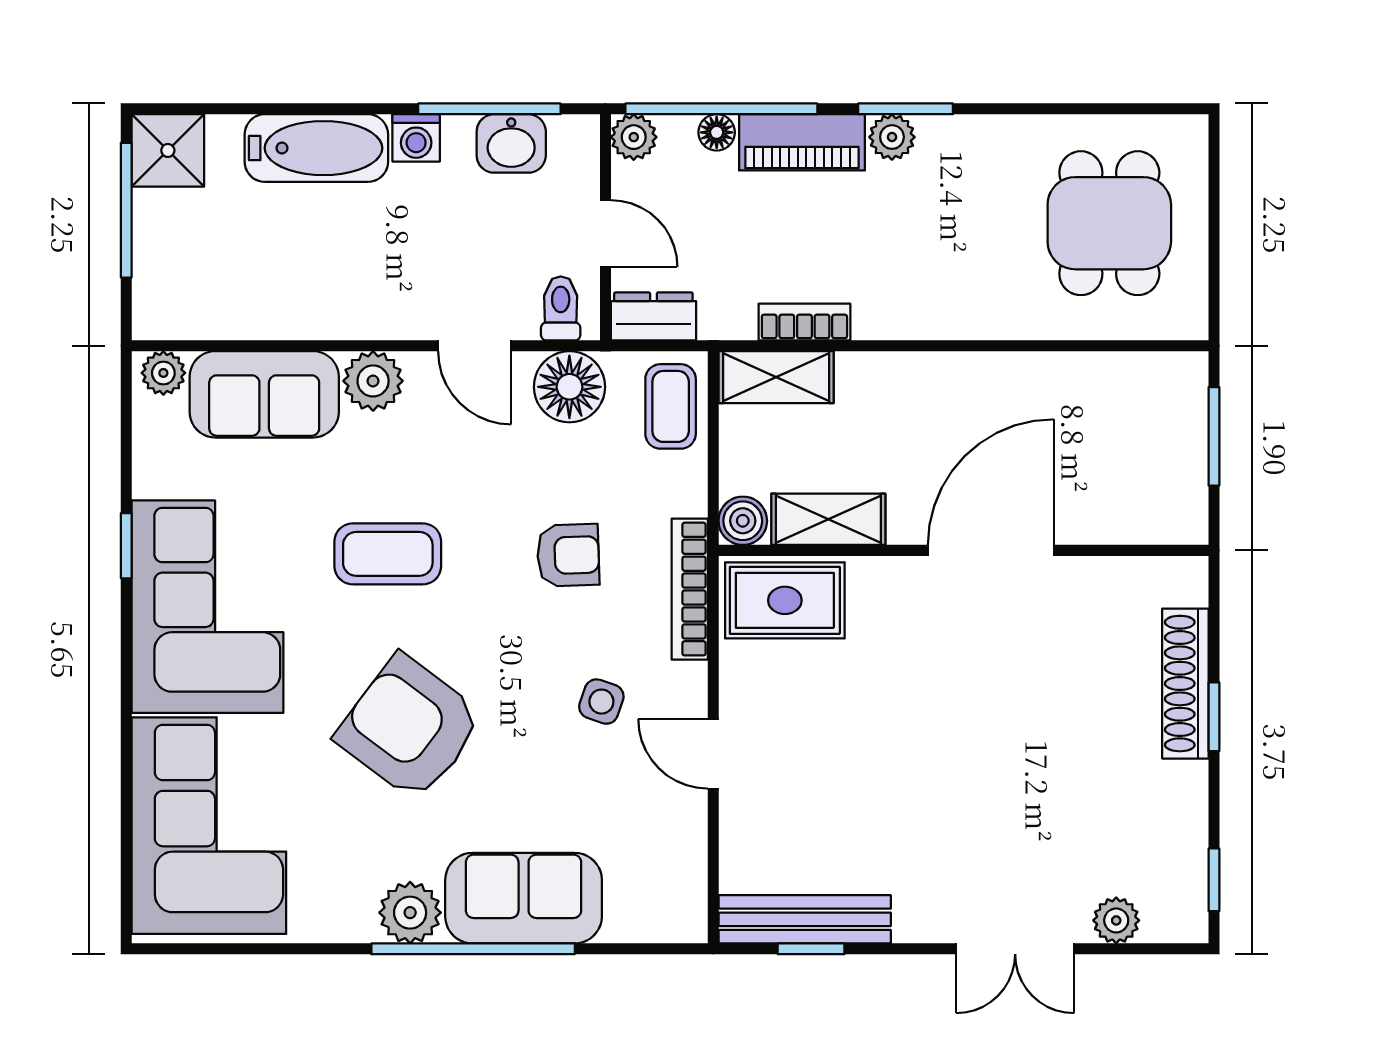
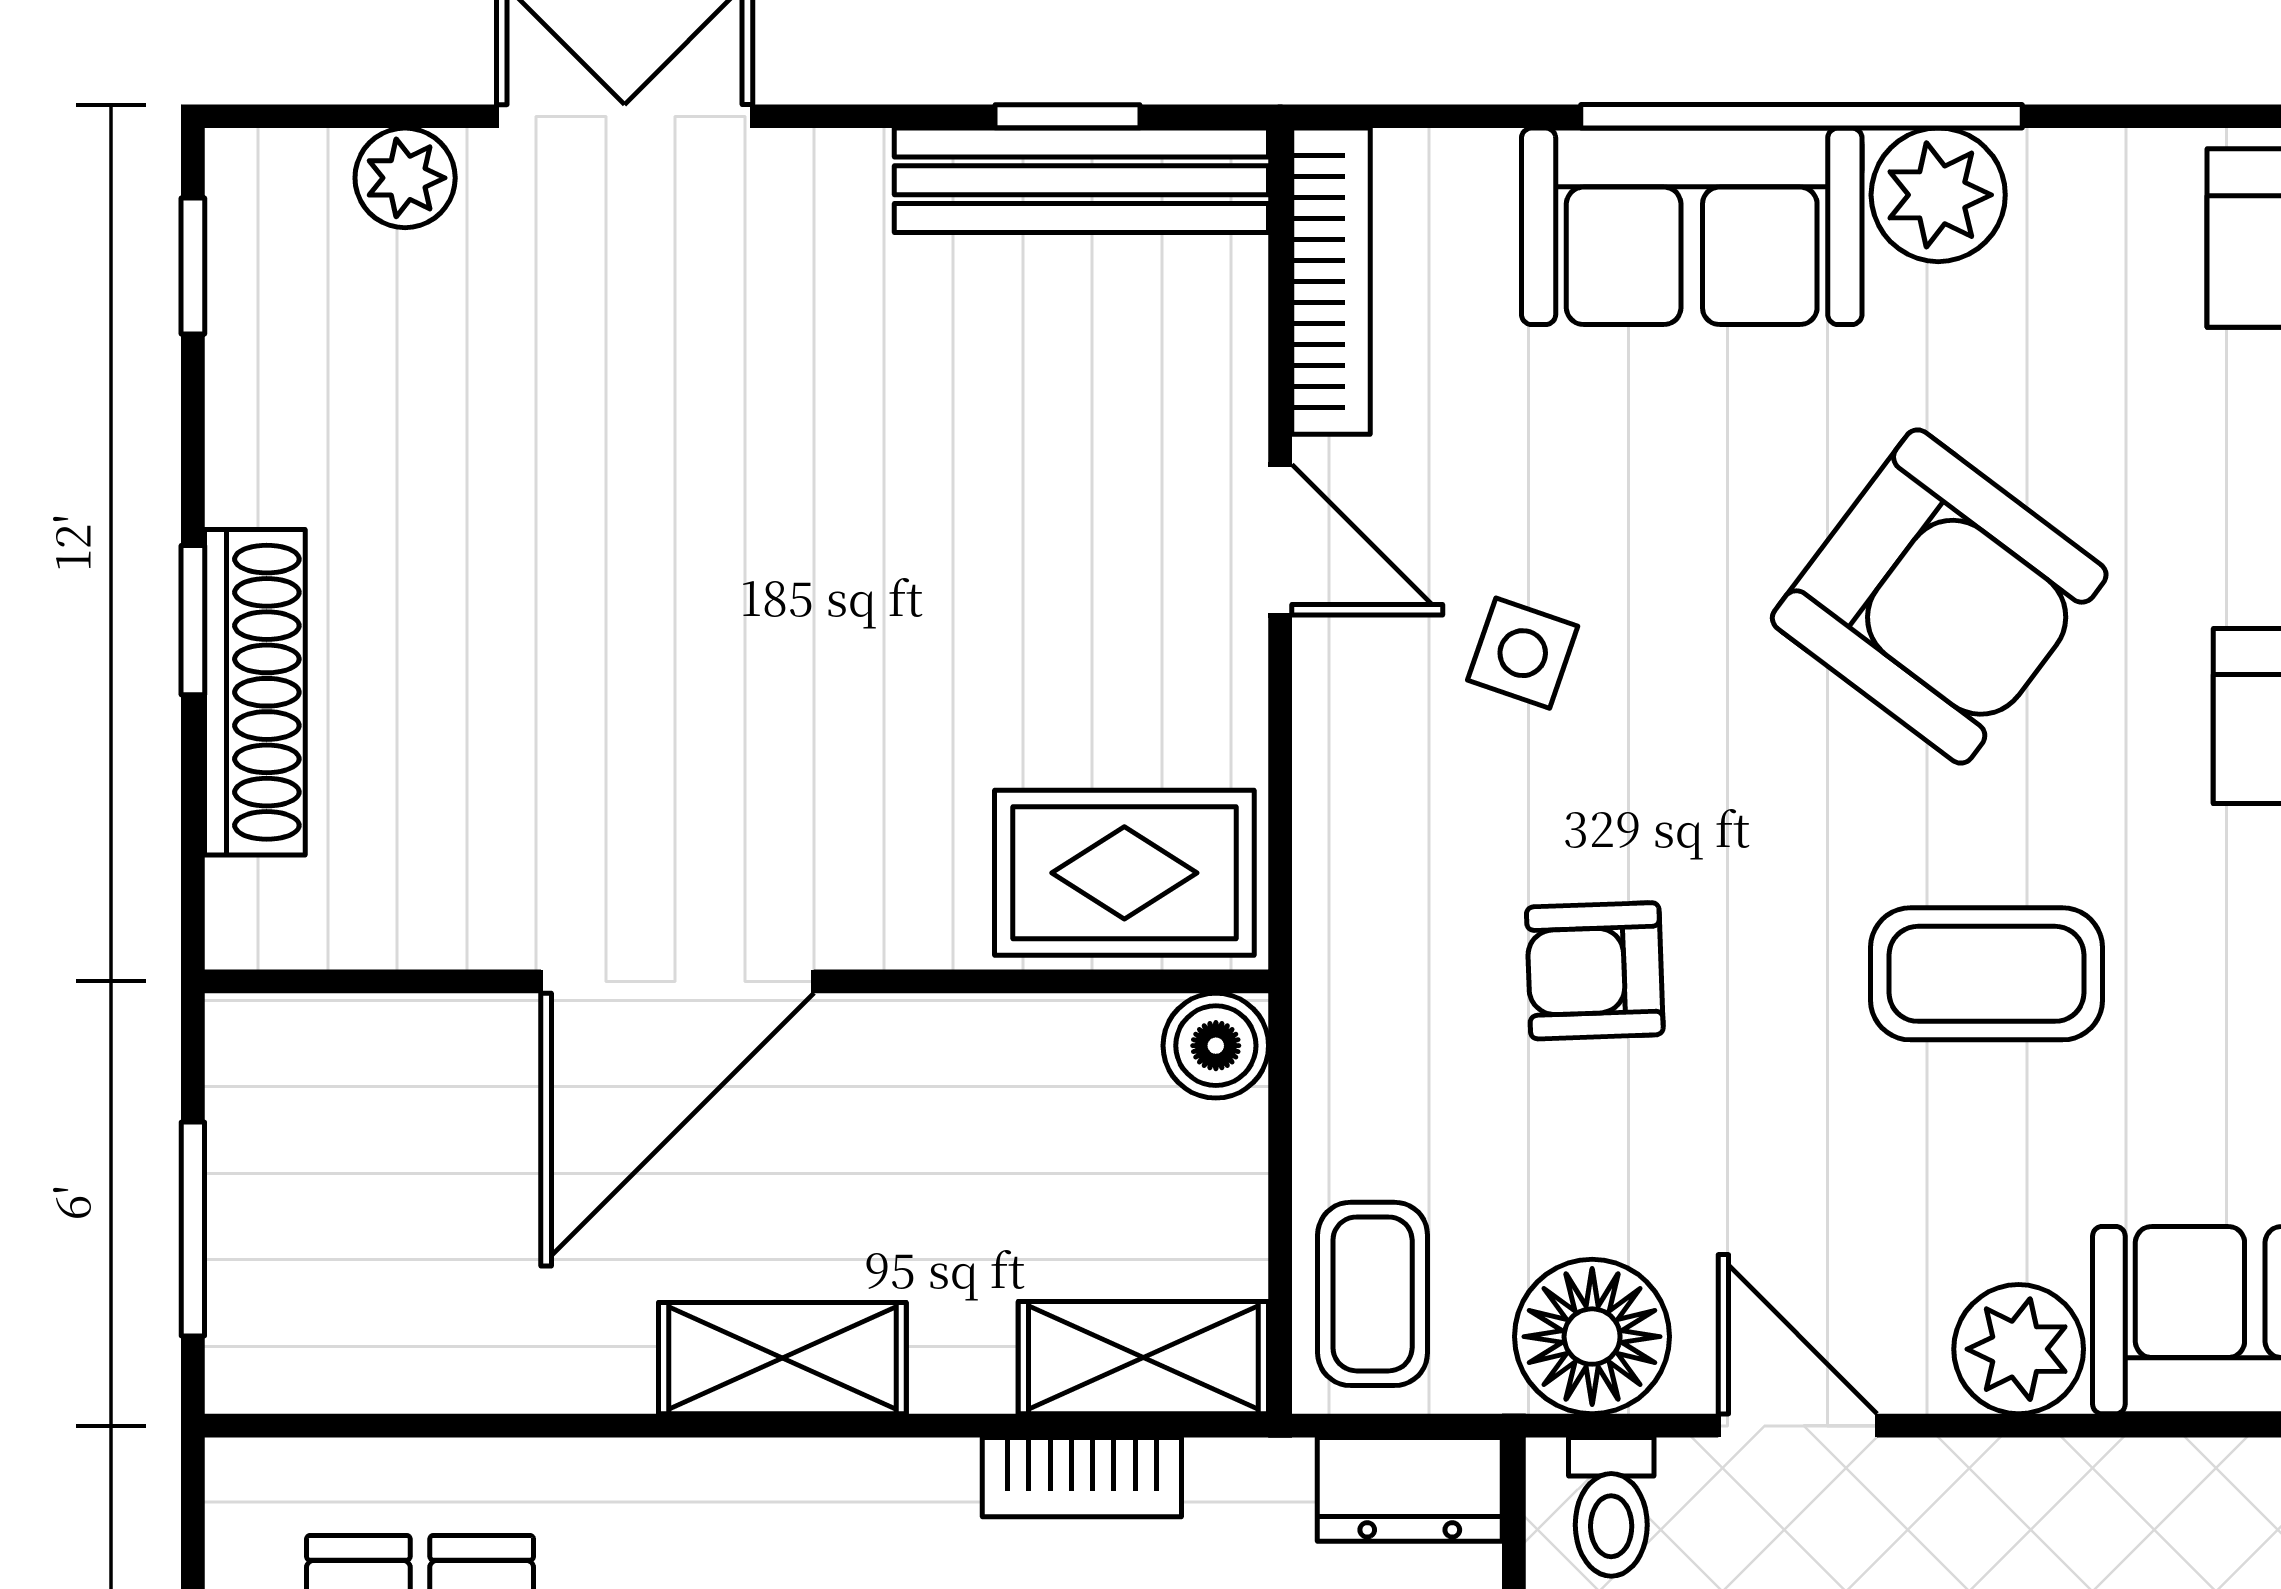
shelving: (828, 519) -> (782, 1358), moved
bookcase: (690, 589) -> (1331, 281), moved

